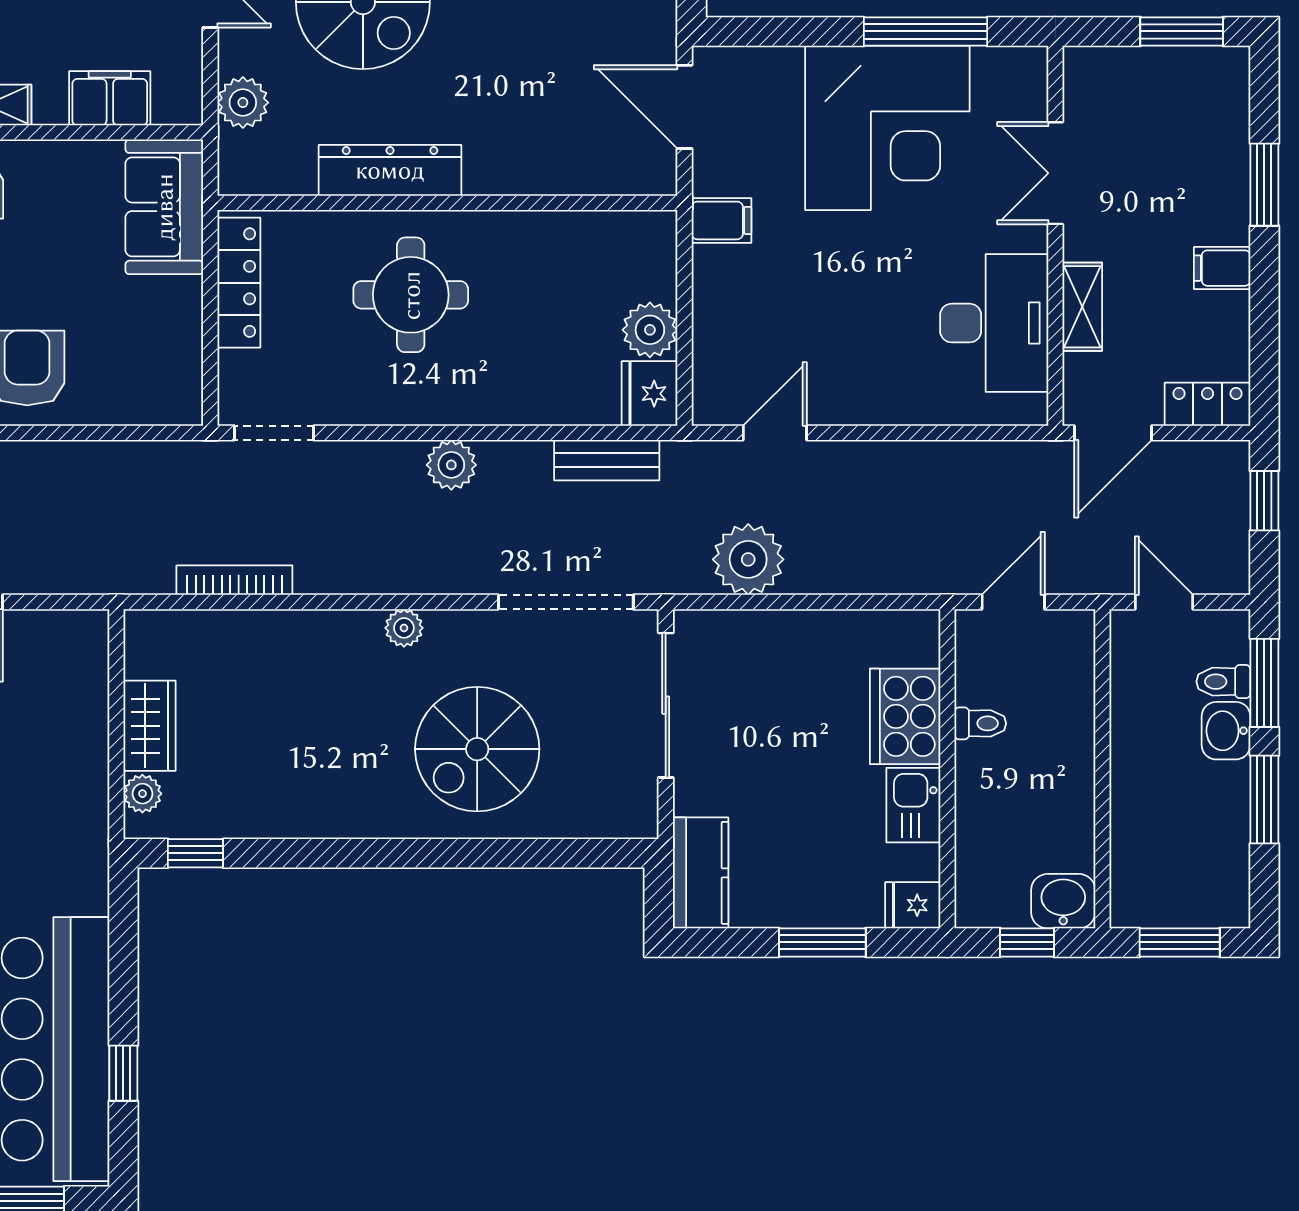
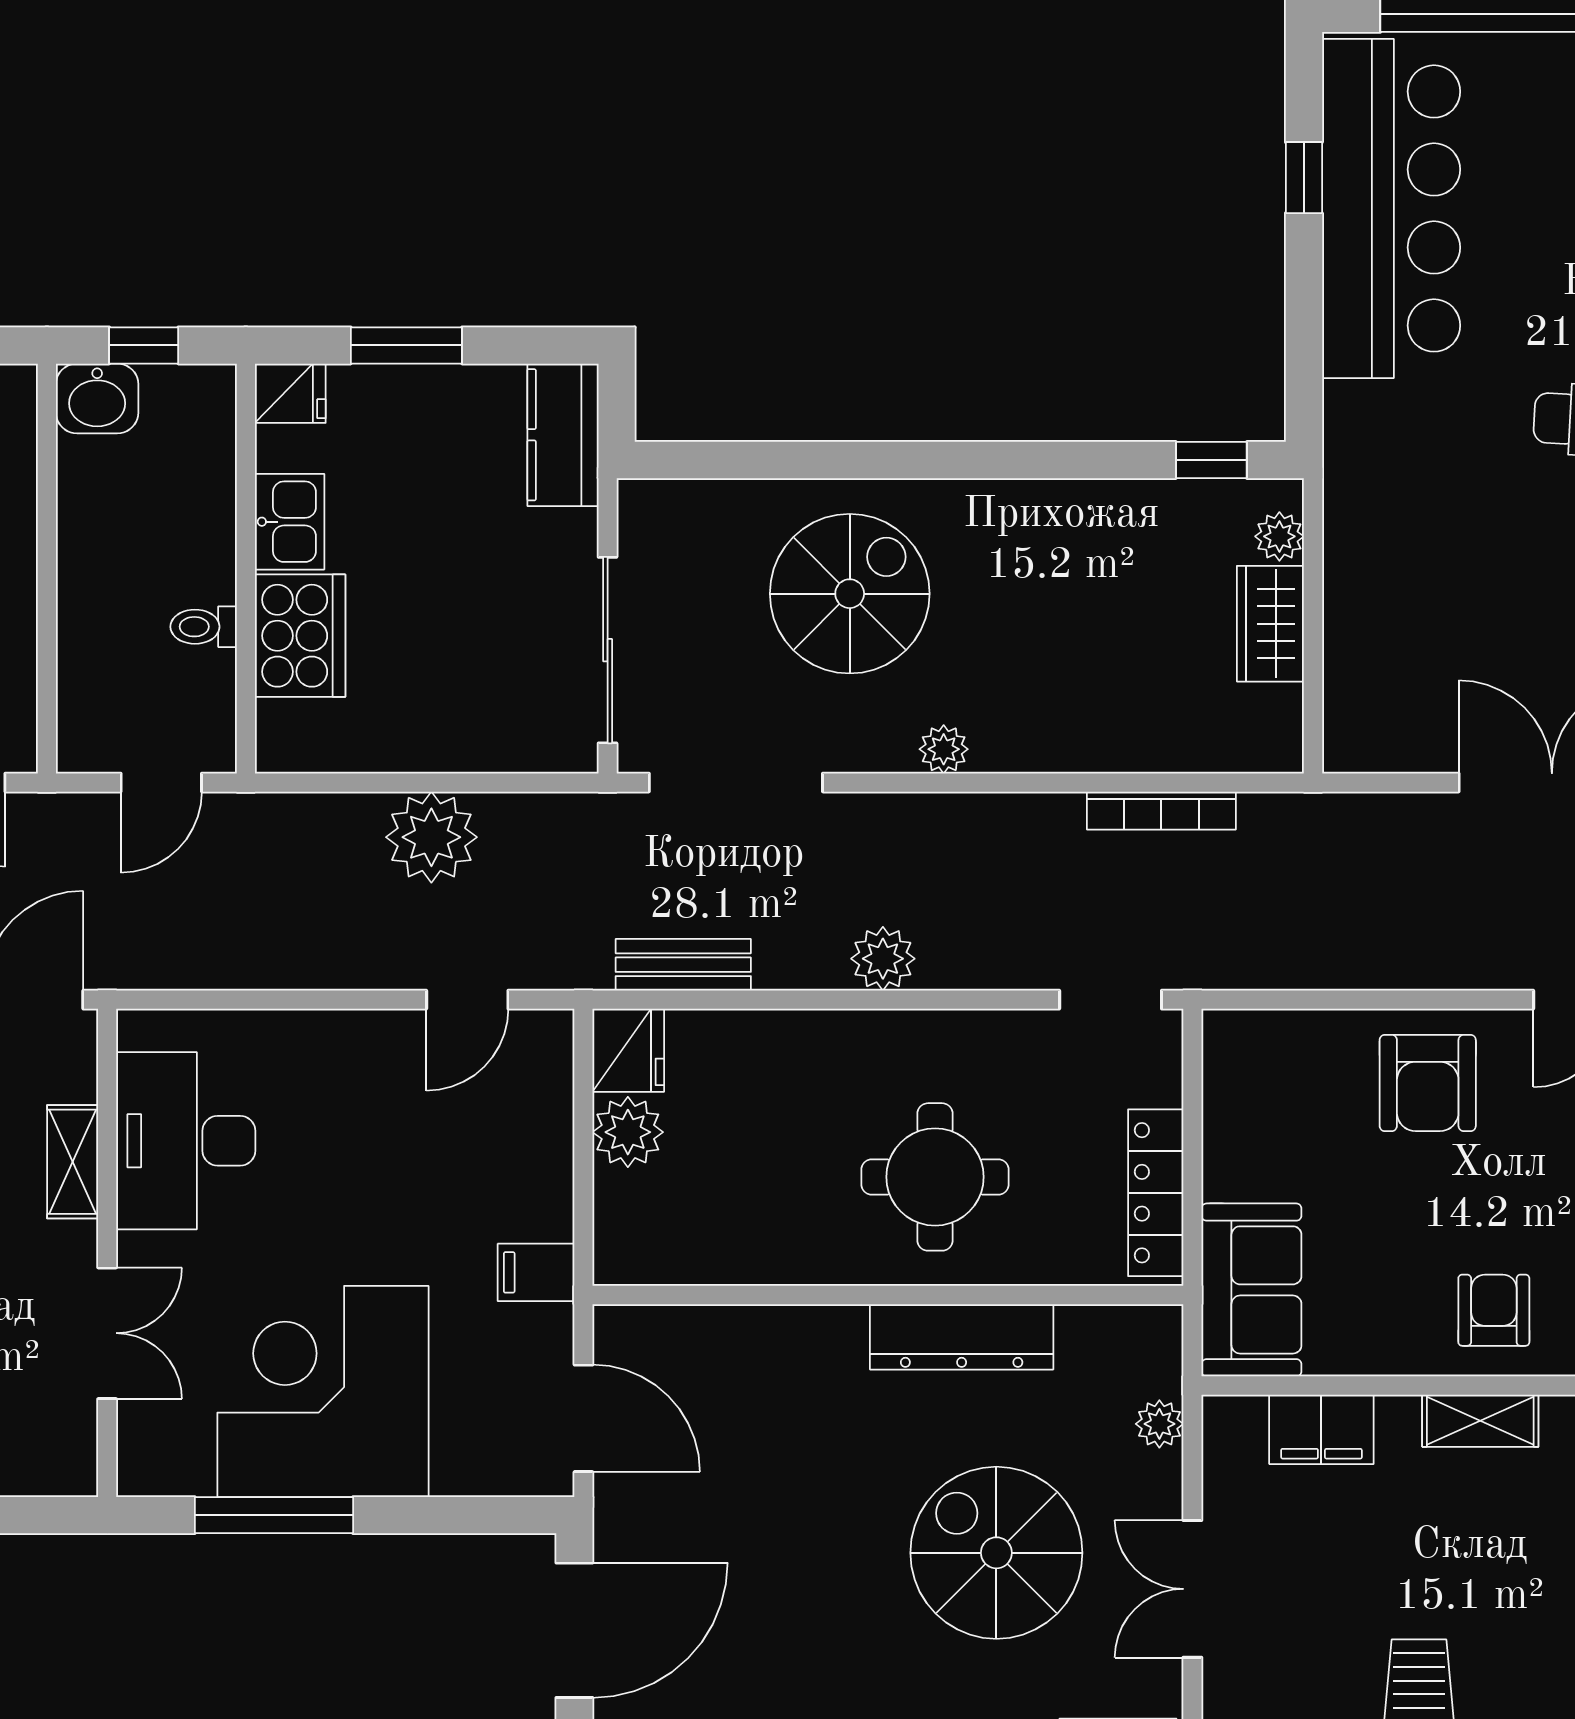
plant: (243, 103) -> (1159, 1424), width x0.73, depth x0.73
plant: (748, 559) -> (431, 837), moved

